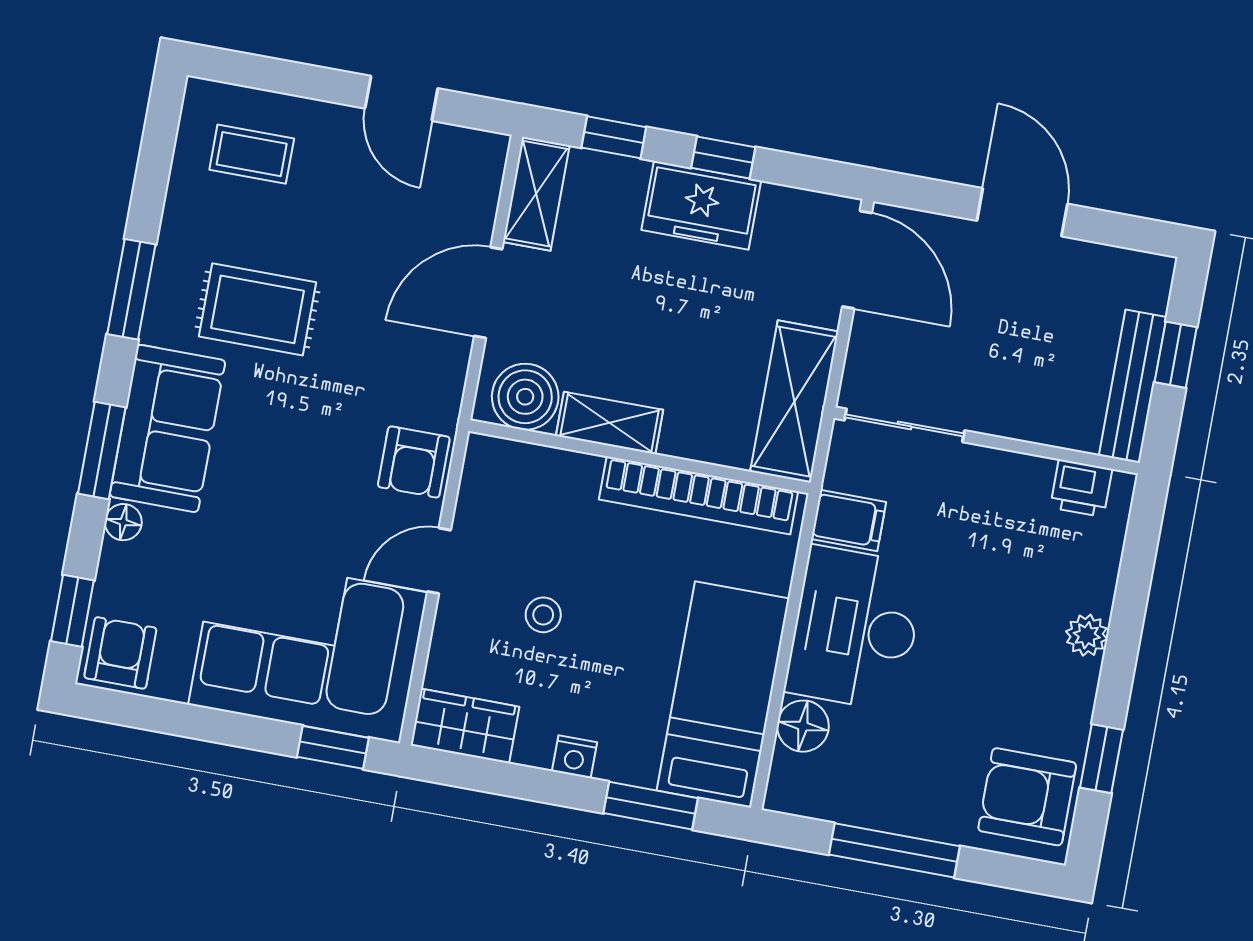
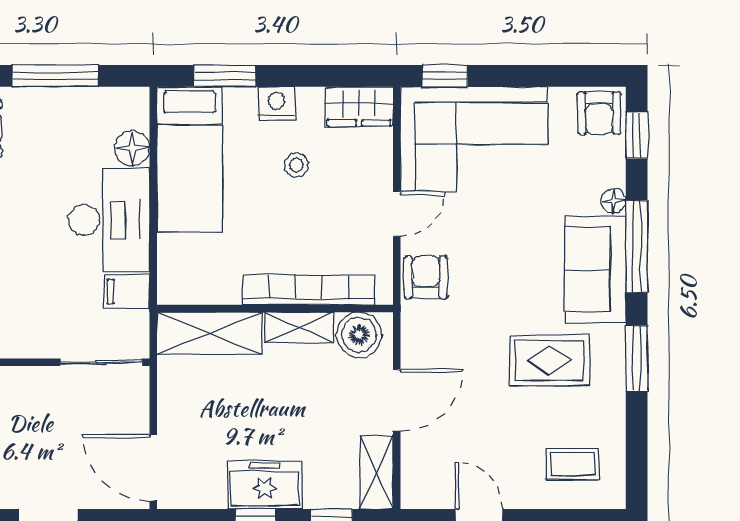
shelving: (794, 402) -> (209, 333), moved, turned 90
window: (102, 450) -> (637, 247), width x1.44
bookcase: (699, 495) -> (309, 290), moved
stool: (543, 615) -> (296, 165), moved
nightstand: (574, 757) -> (277, 104), width x1.39, depth x1.35

